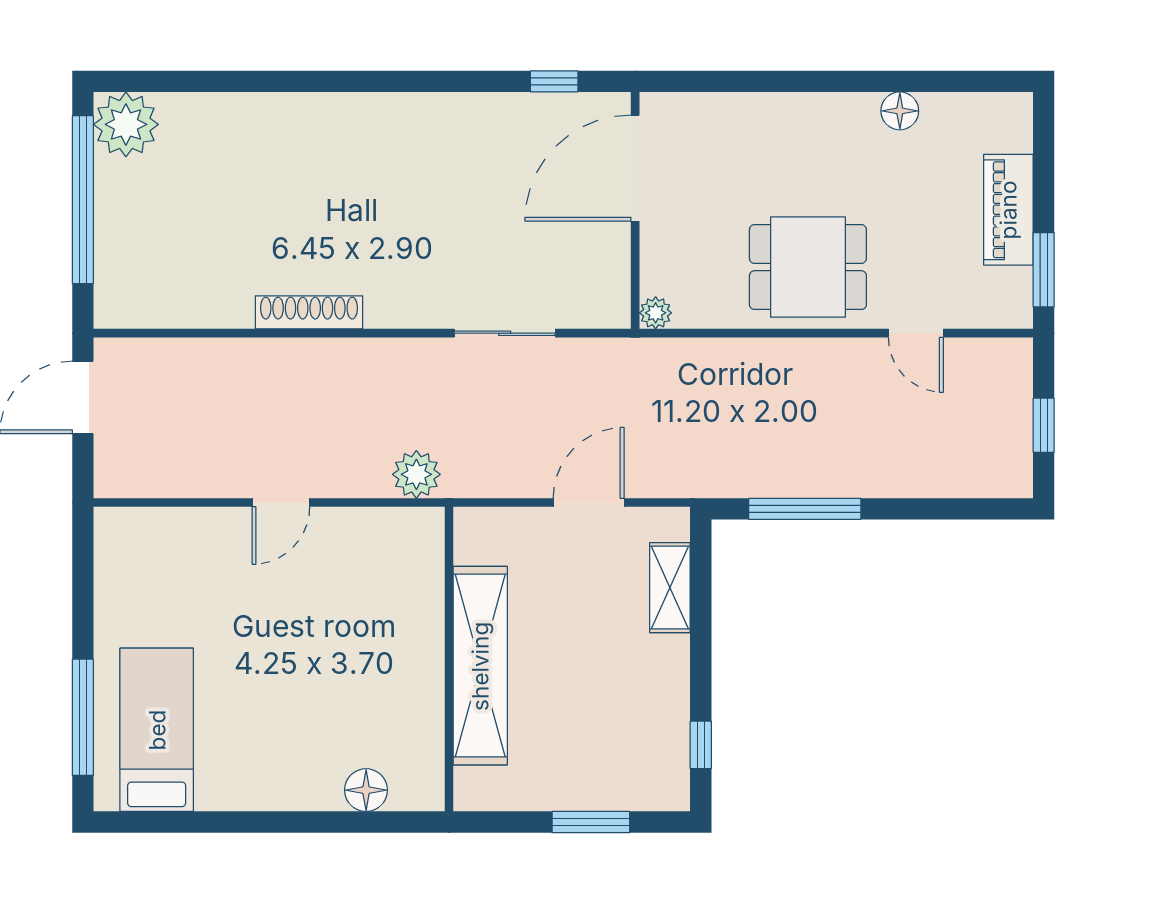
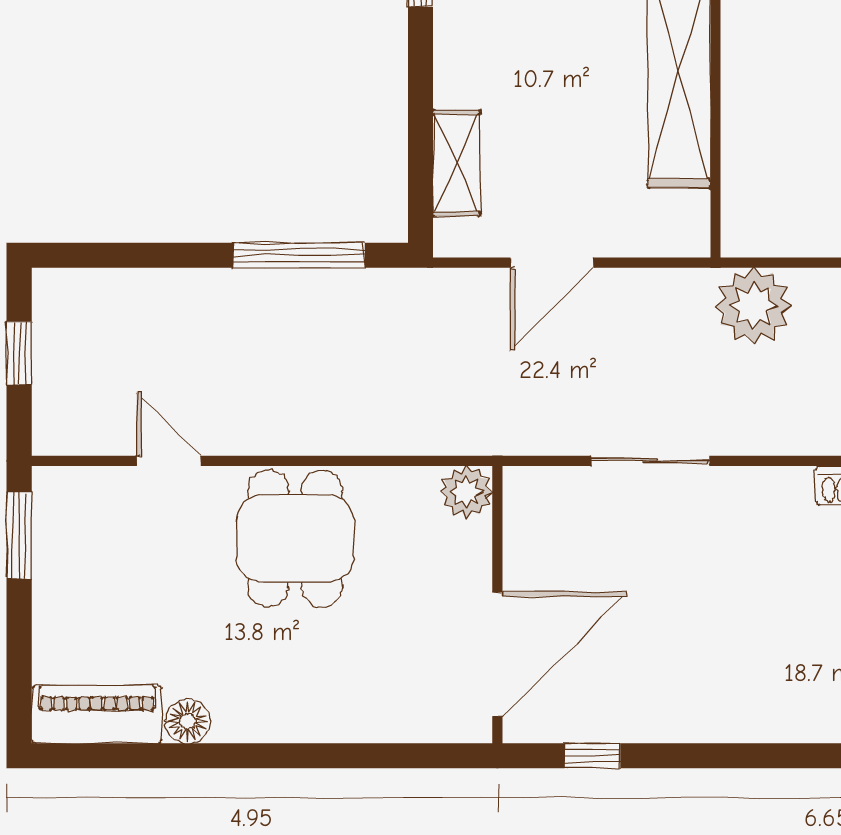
piano: (1008, 210) -> (97, 714), moved, turned -90
dining table: (808, 267) -> (295, 538), turned 90
plant: (656, 313) -> (466, 492), width x1.38, depth x1.38
plant: (416, 474) -> (754, 306), width x1.36, depth x1.36

